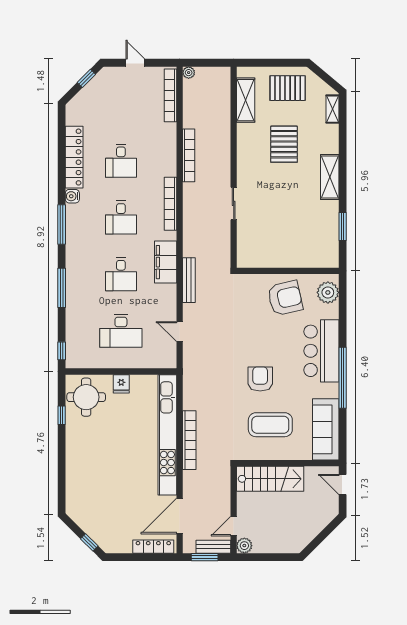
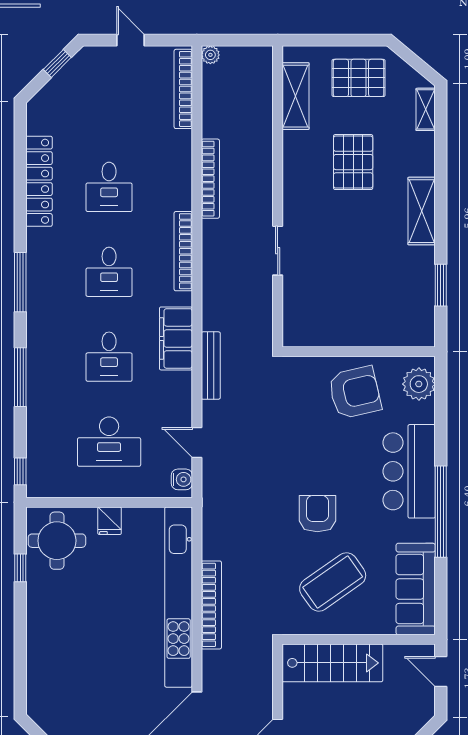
water cooler: (72, 196) -> (182, 479), moved, turned 180
coffee table: (270, 425) -> (333, 582), turned -35

